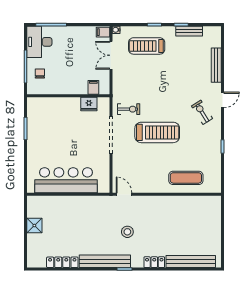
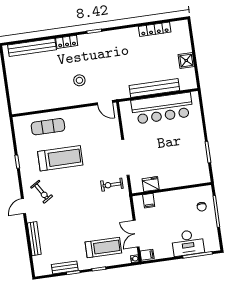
desk: (39, 42) -> (188, 243), moved, turned 90
double door: (111, 55) -> (136, 234), swing flipped
treadmill: (157, 132) -> (60, 158), moved, turned 180
stool: (127, 232) -> (79, 80), moved
bench: (105, 261) -> (154, 88), moved

